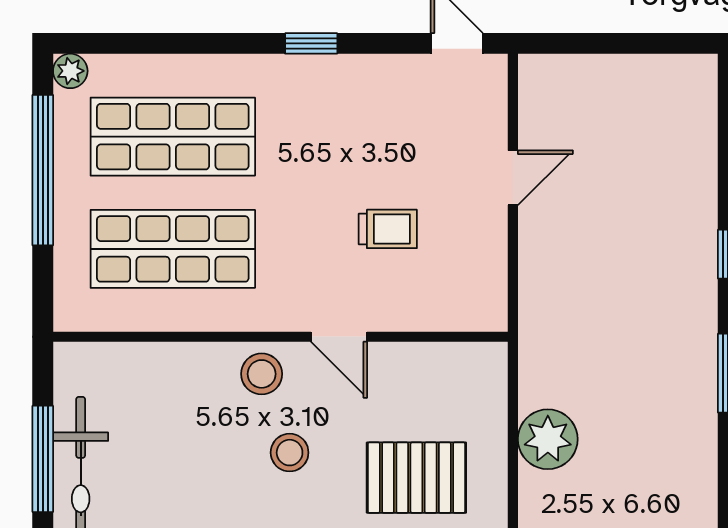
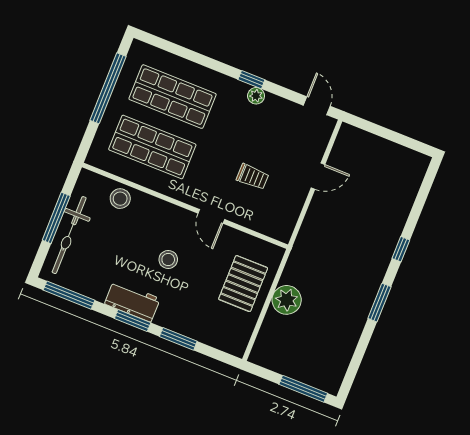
plant: (70, 71) -> (256, 96), moved
stool: (262, 374) -> (120, 199), moved
pallet: (416, 478) -> (243, 284), moved, turned 90

